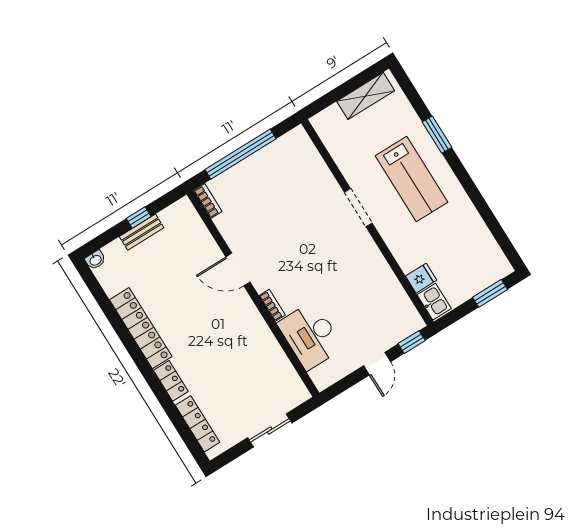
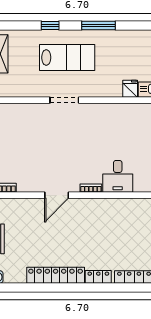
window: (437, 135) -> (50, 26), width x0.67
window: (473, 193) -> (99, 26), added
desk: (310, 336) -> (118, 176), width x0.73

